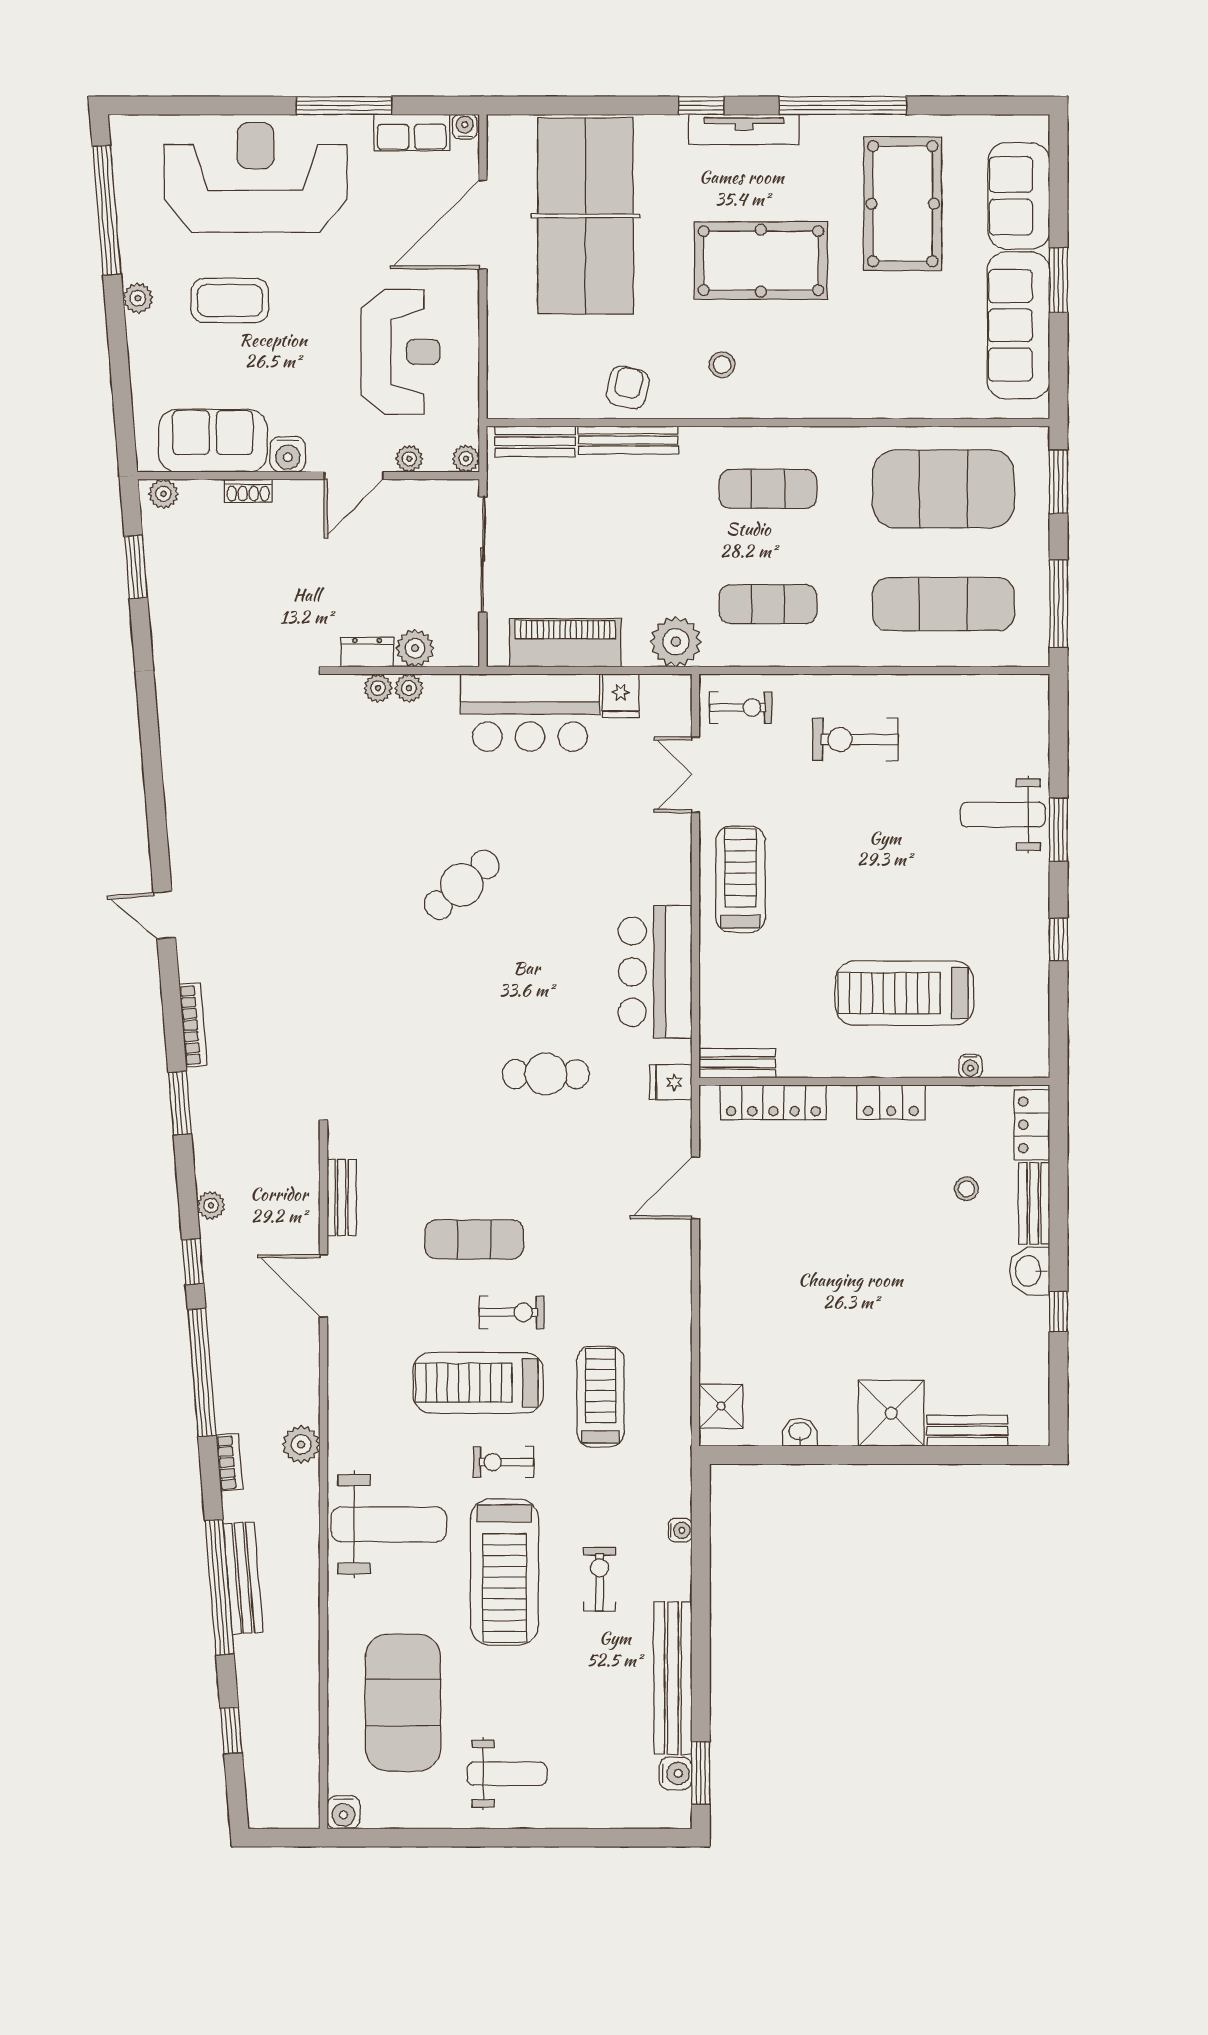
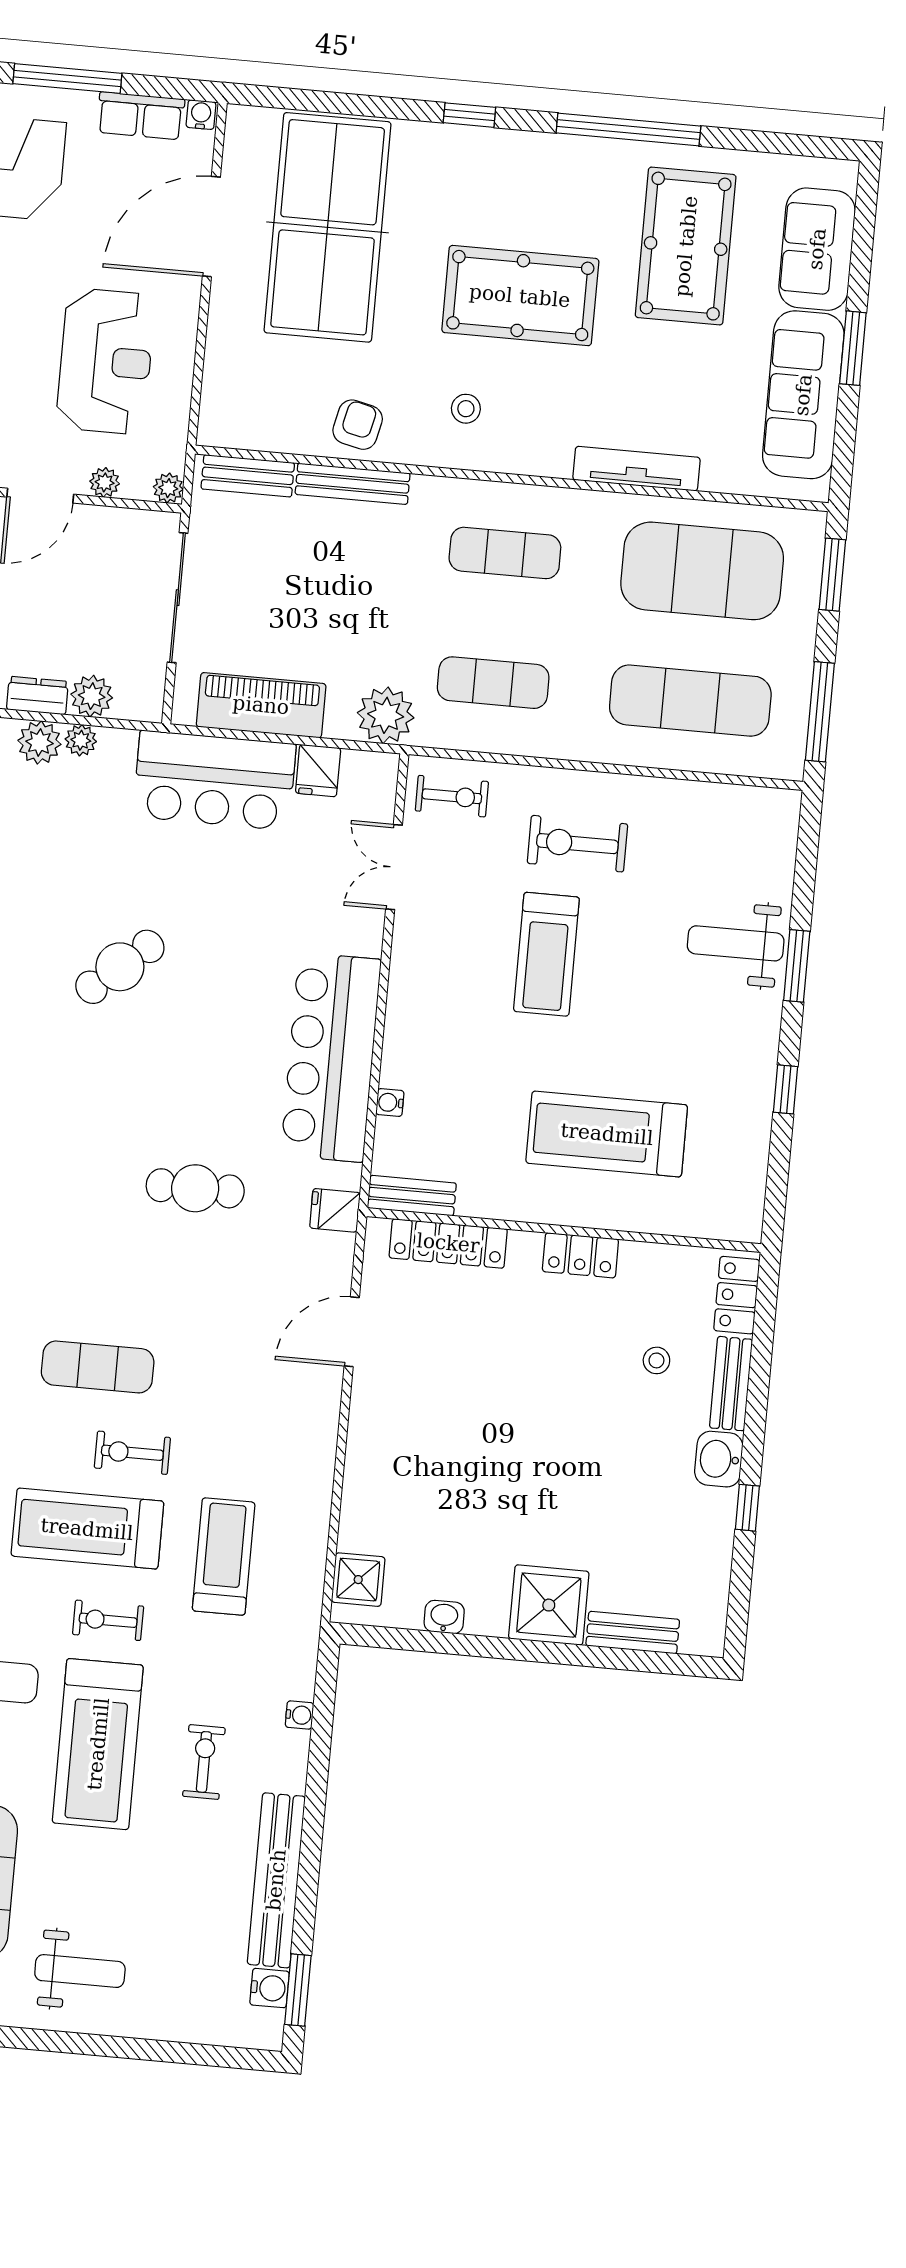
tv unit: (744, 129) -> (636, 469), moved, turned 180
plant: (378, 688) -> (39, 742), width x1.38, depth x1.38
treadmill: (740, 879) -> (546, 954), moved, turned 180
bar counter: (655, 972) -> (331, 1057), width x1.36
water cooler: (970, 1066) -> (390, 1102), moved, turned 90
exercise bike: (512, 1312) -> (132, 1453), turned 180

